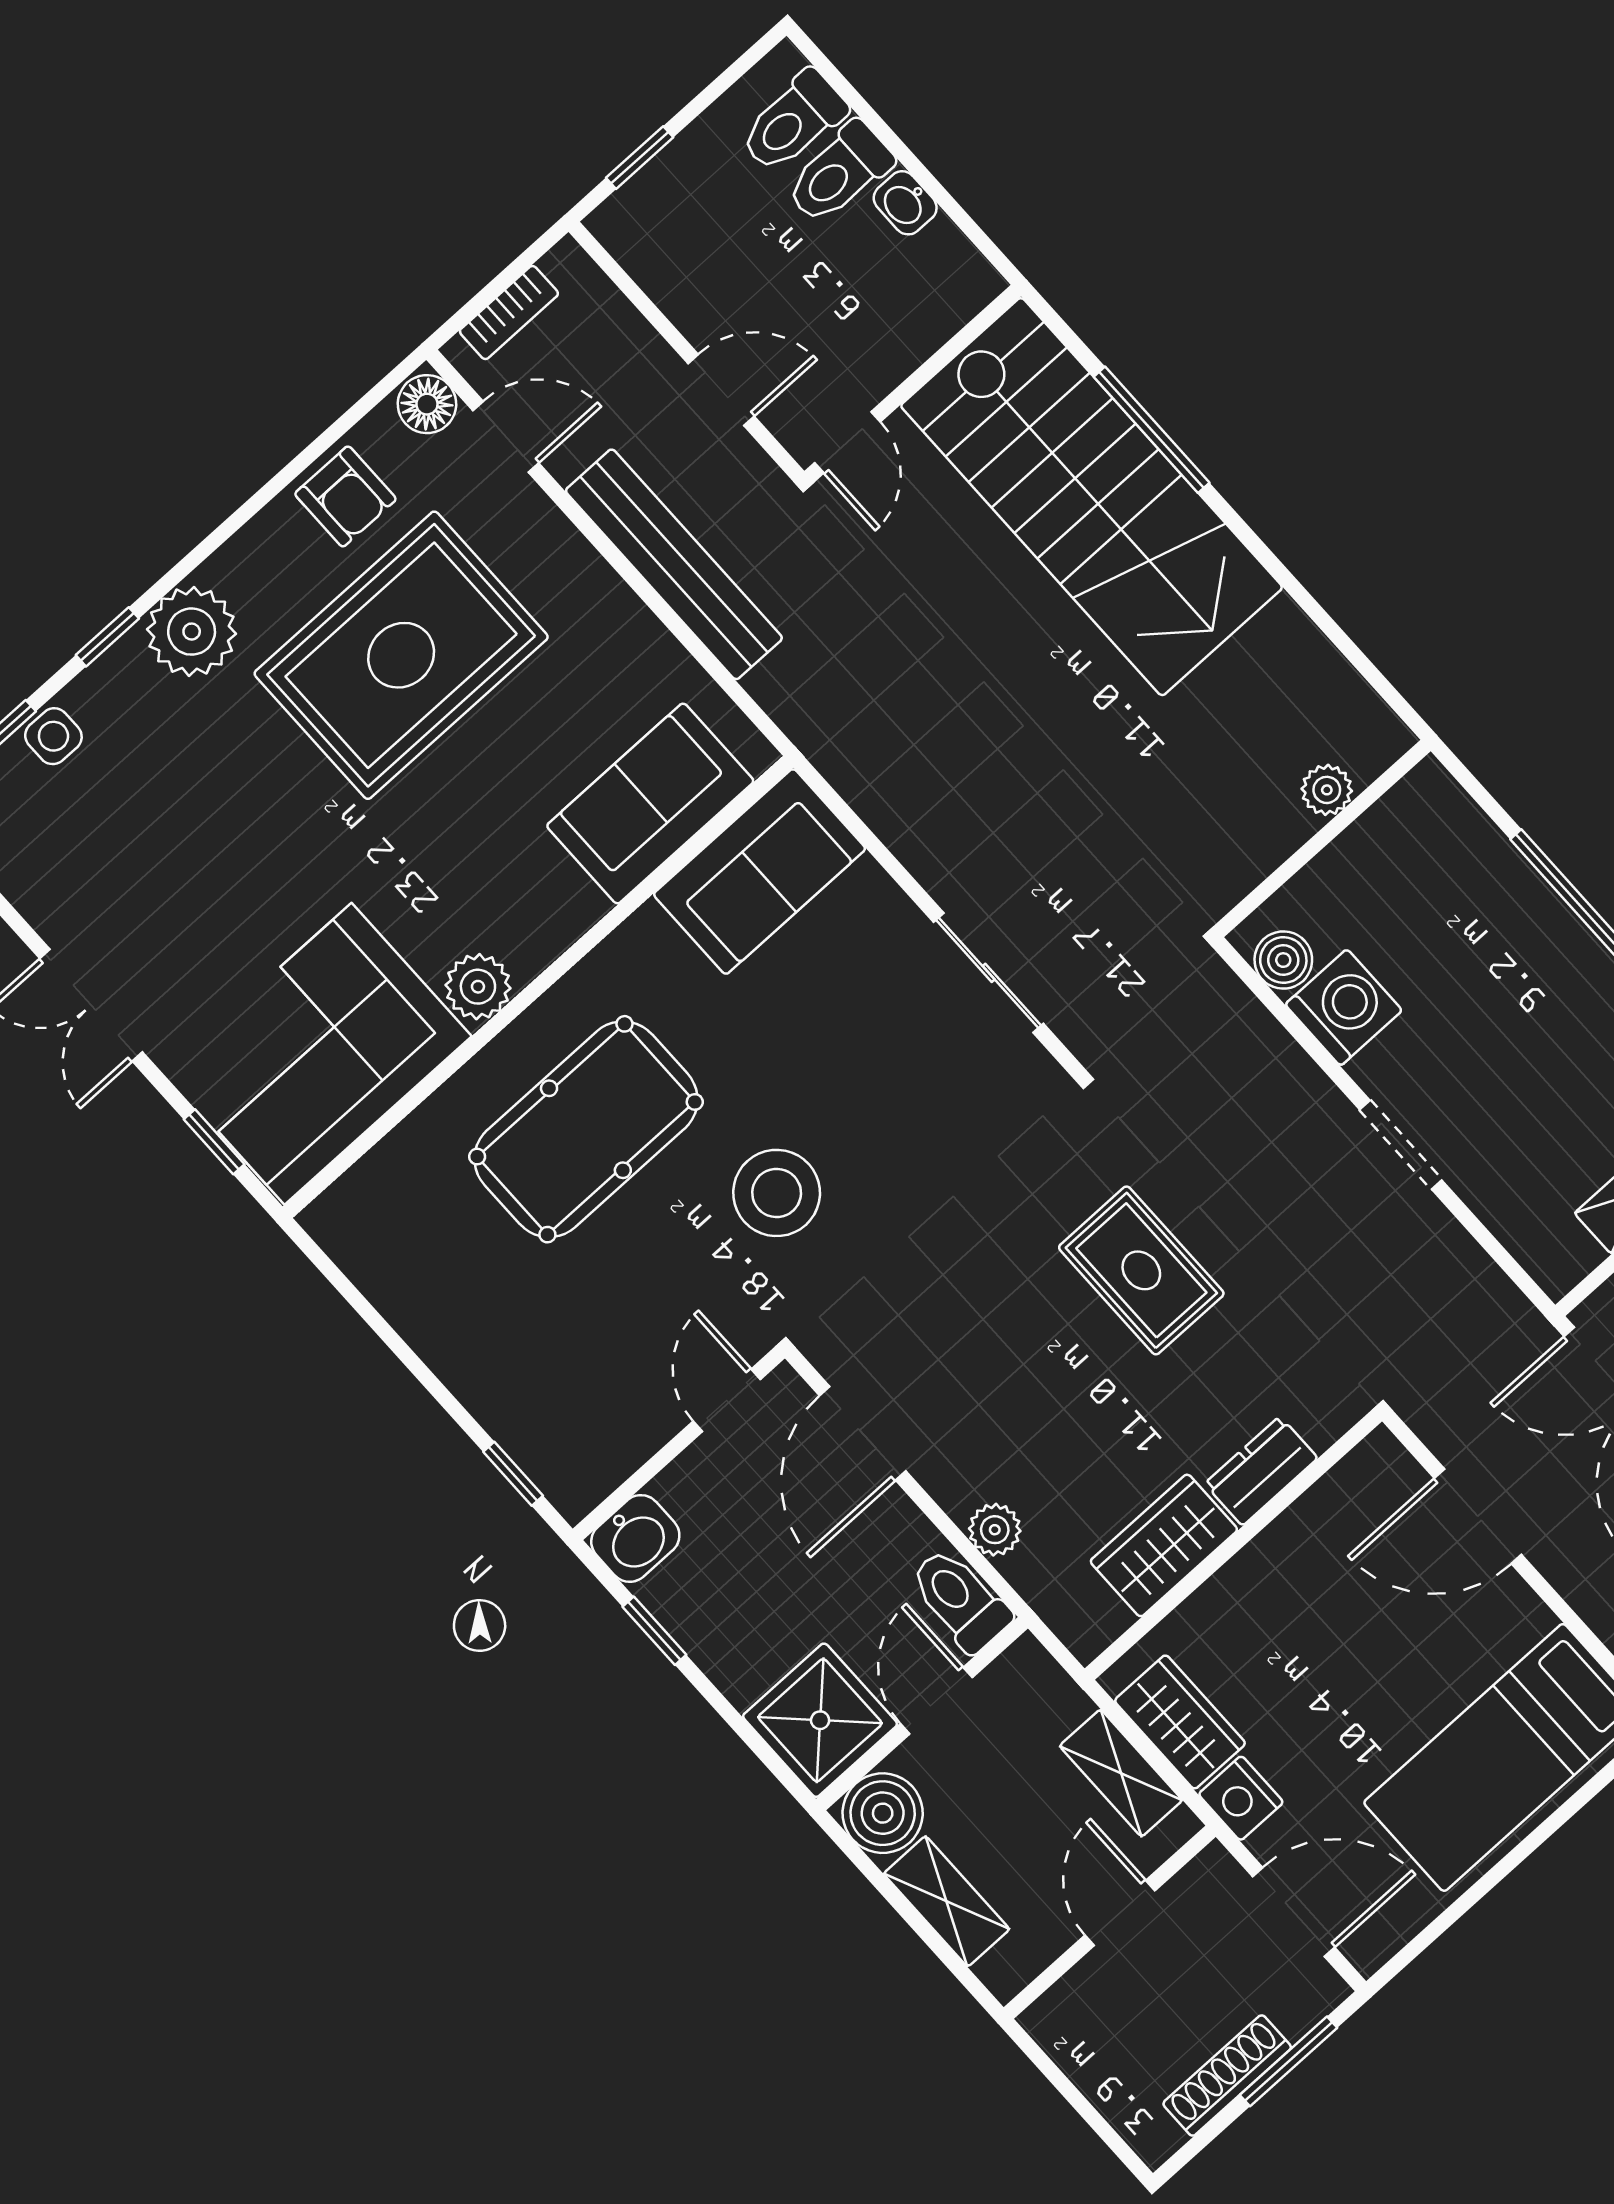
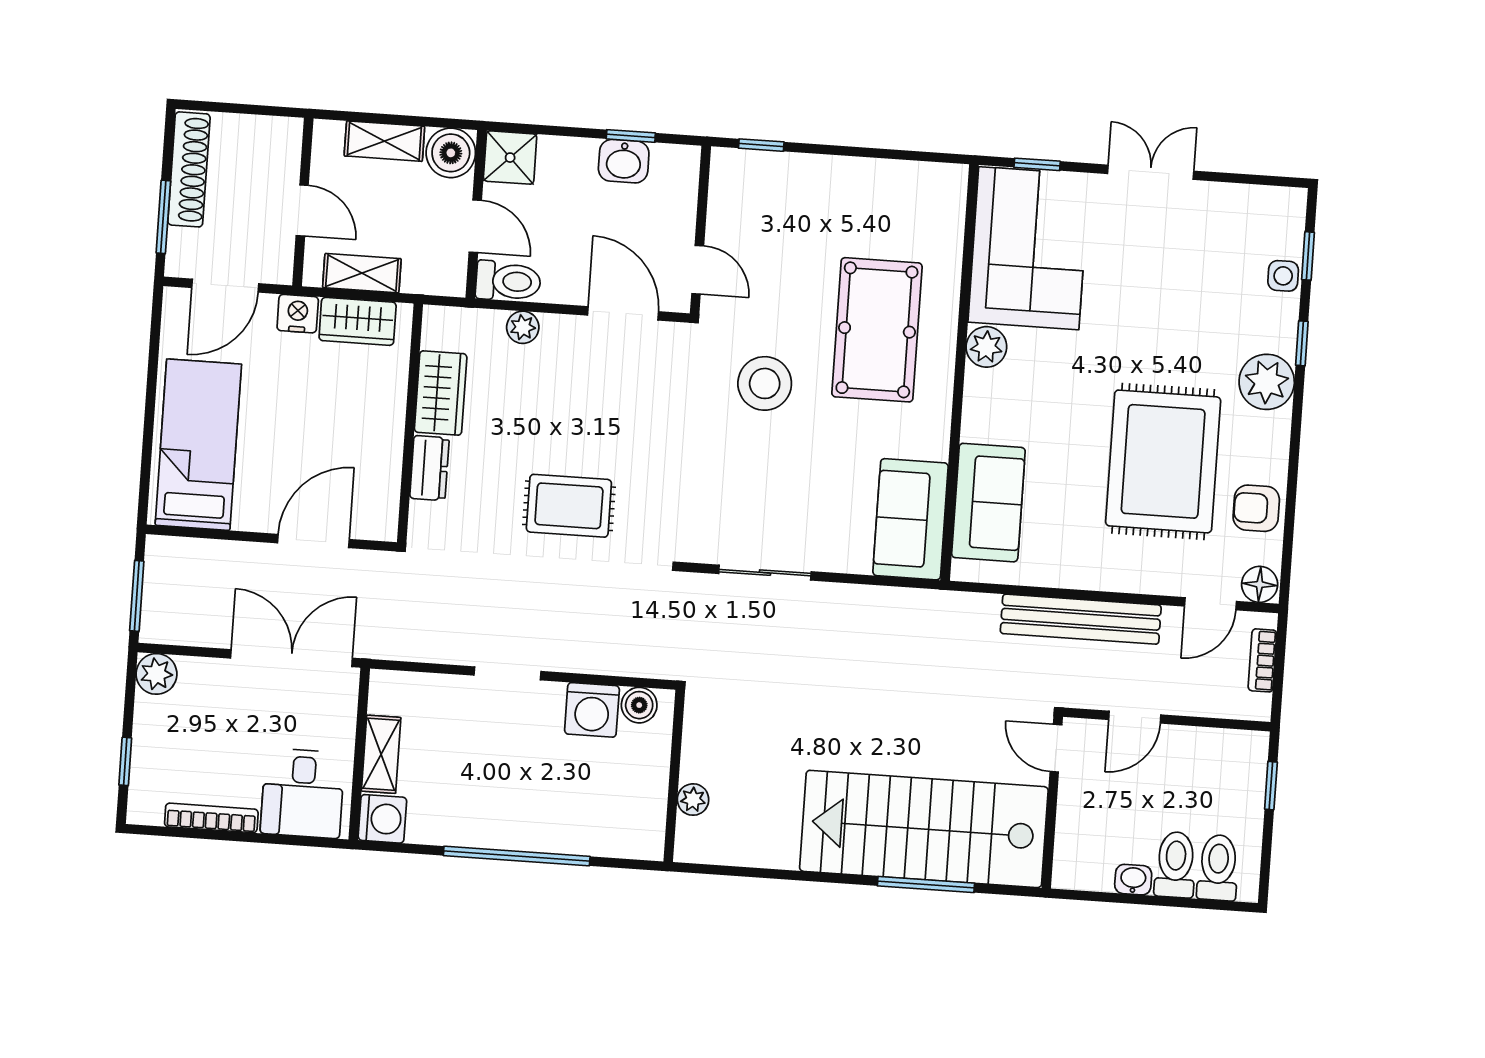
washbasin: (635, 1538) -> (624, 161), moved, turned -90
shower: (820, 1720) -> (510, 158), width x0.73, depth x0.73
shoe rack: (1227, 2076) -> (189, 169), width x1.36, depth x1.24

